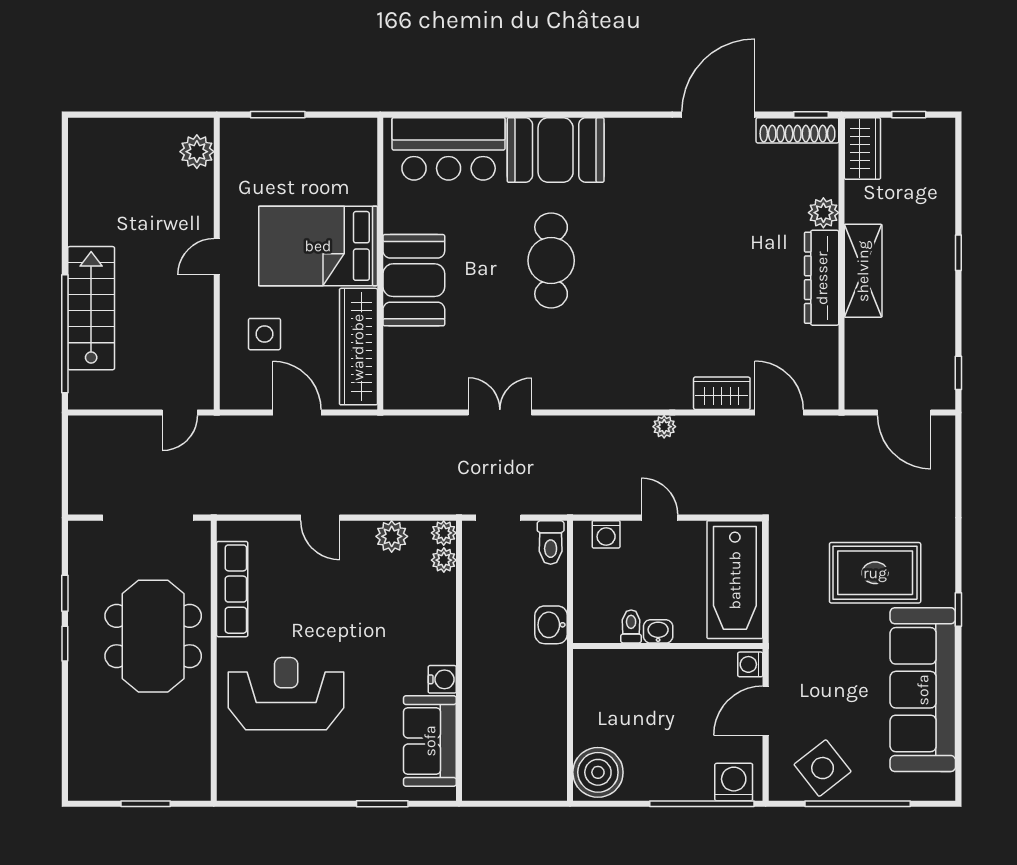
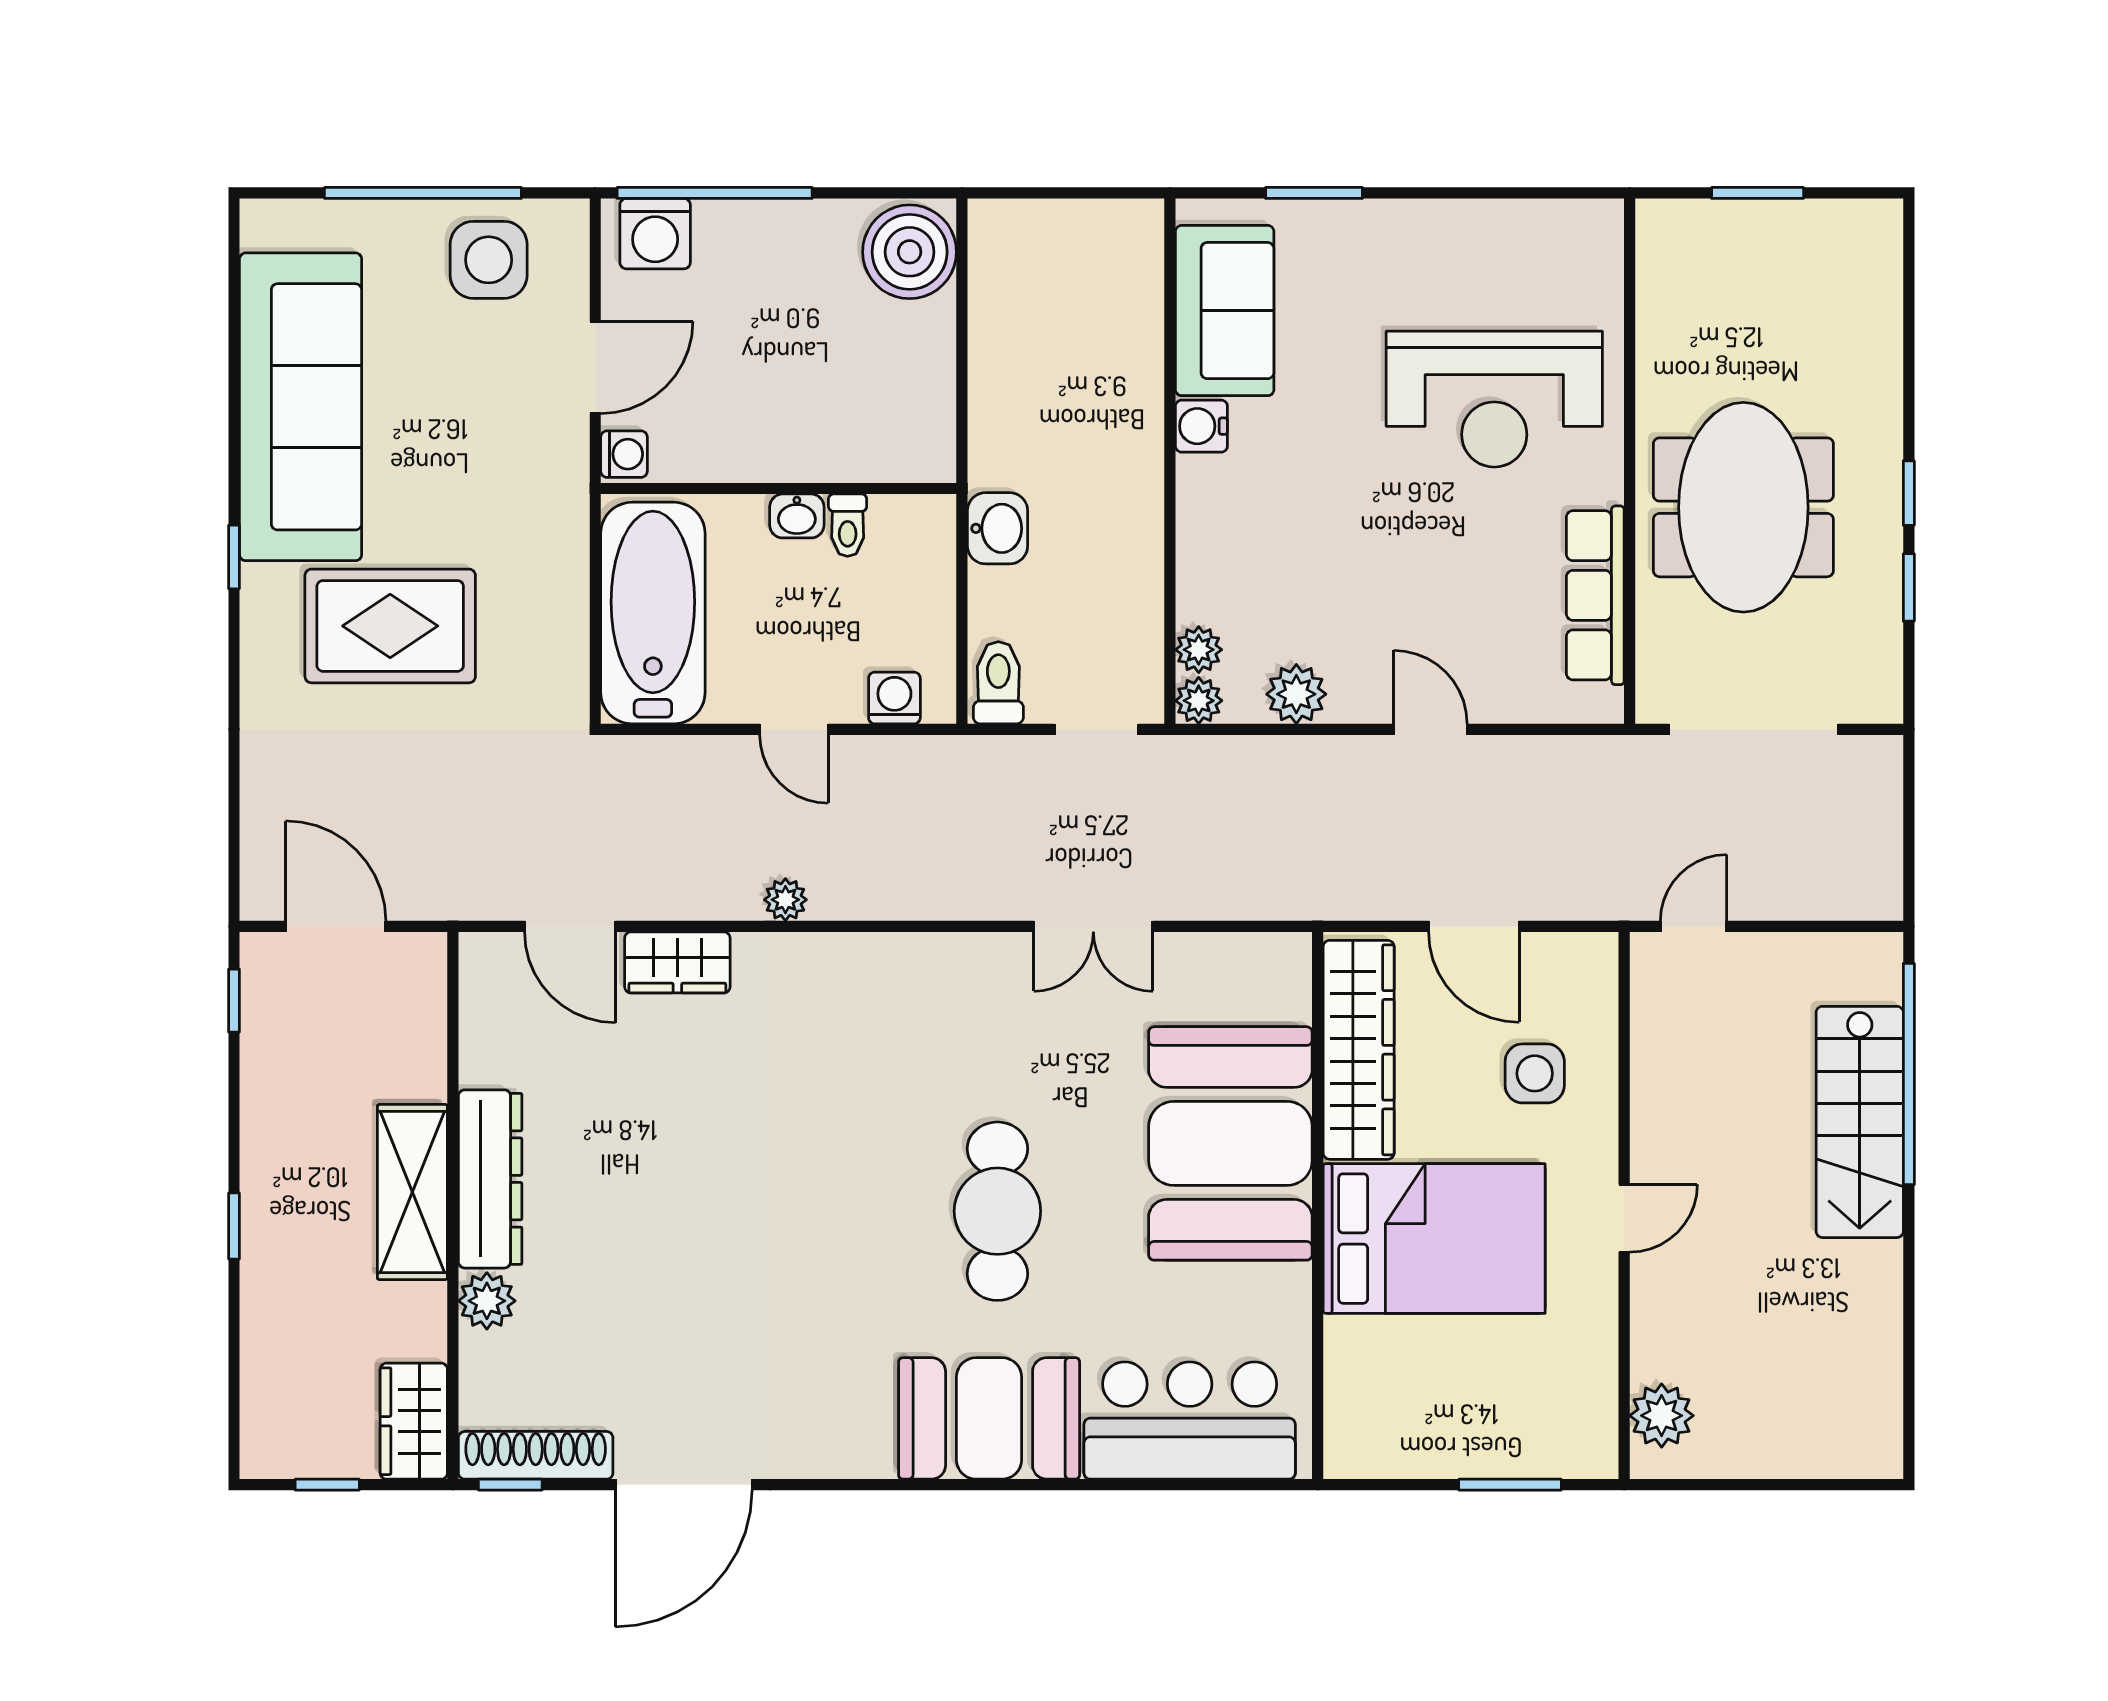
booth: (414, 280) -> (1230, 1143), width x1.36, depth x1.42
side table: (823, 768) -> (489, 260), turned 38

